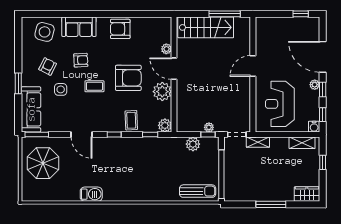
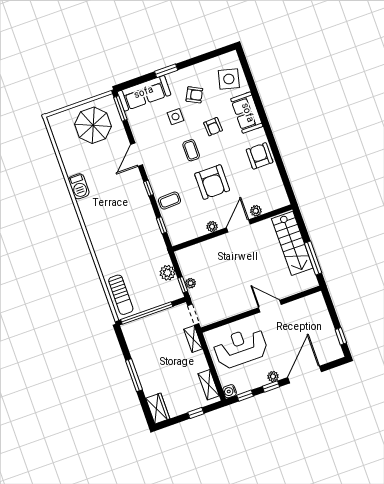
plant: (162, 92) -> (212, 227), width x0.53, depth x0.53
plant: (165, 125) -> (176, 237), removed

